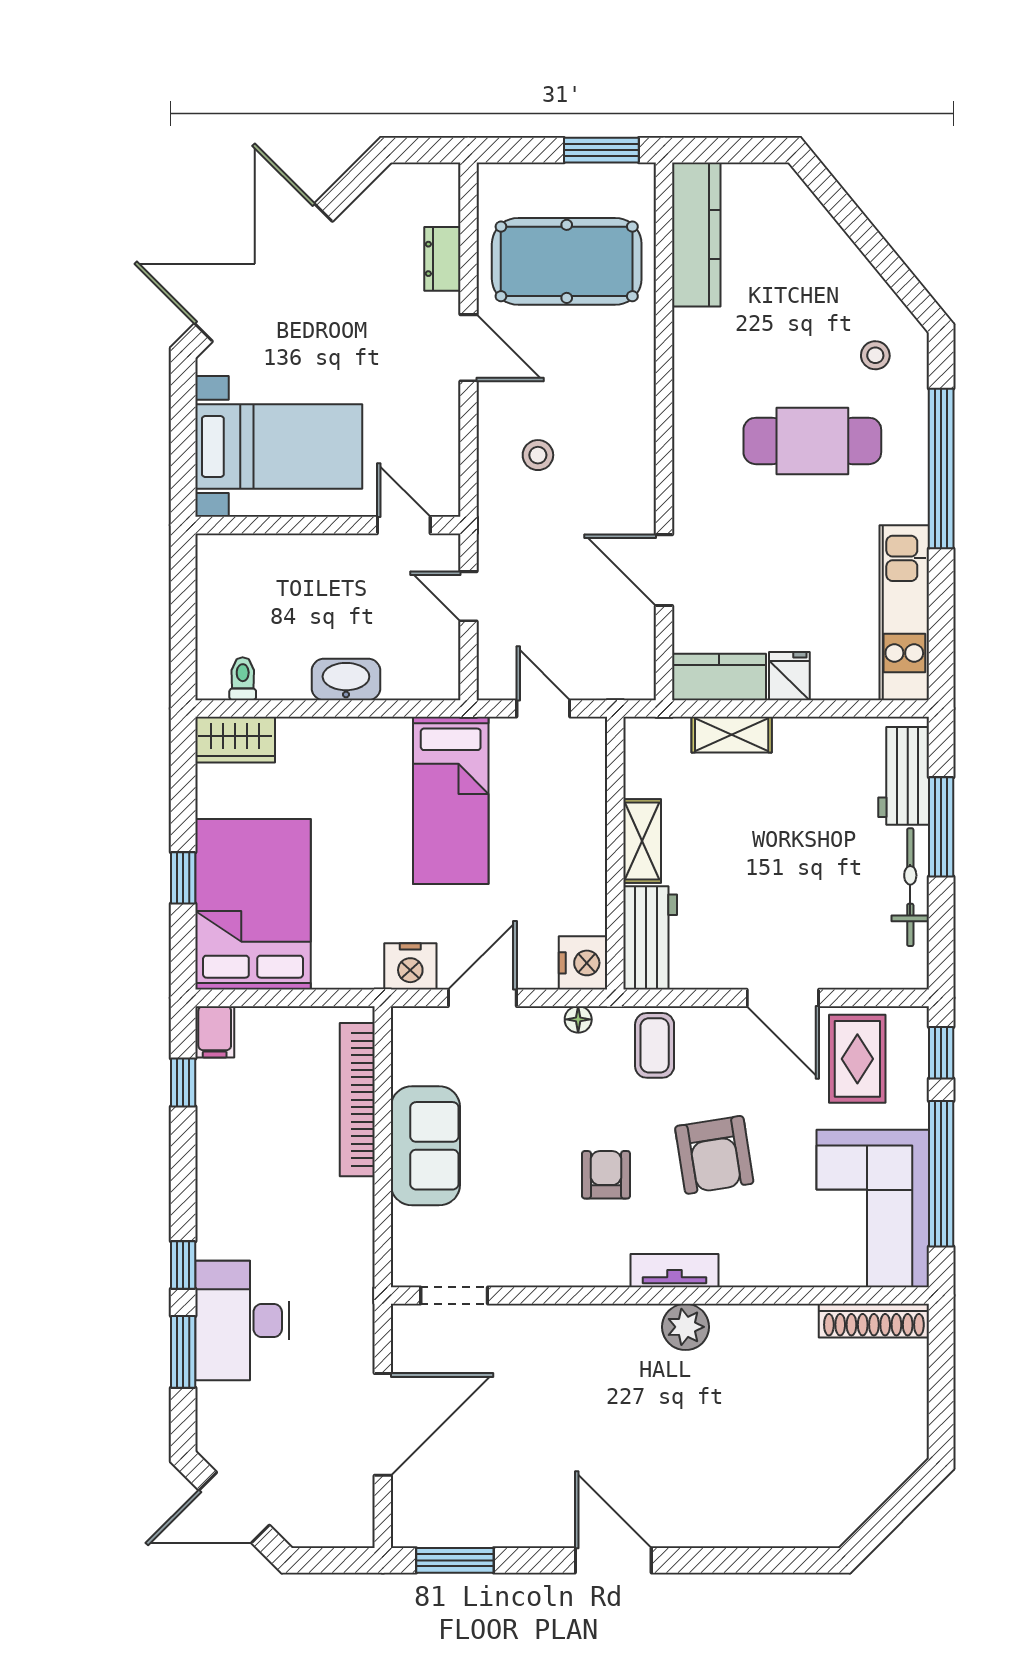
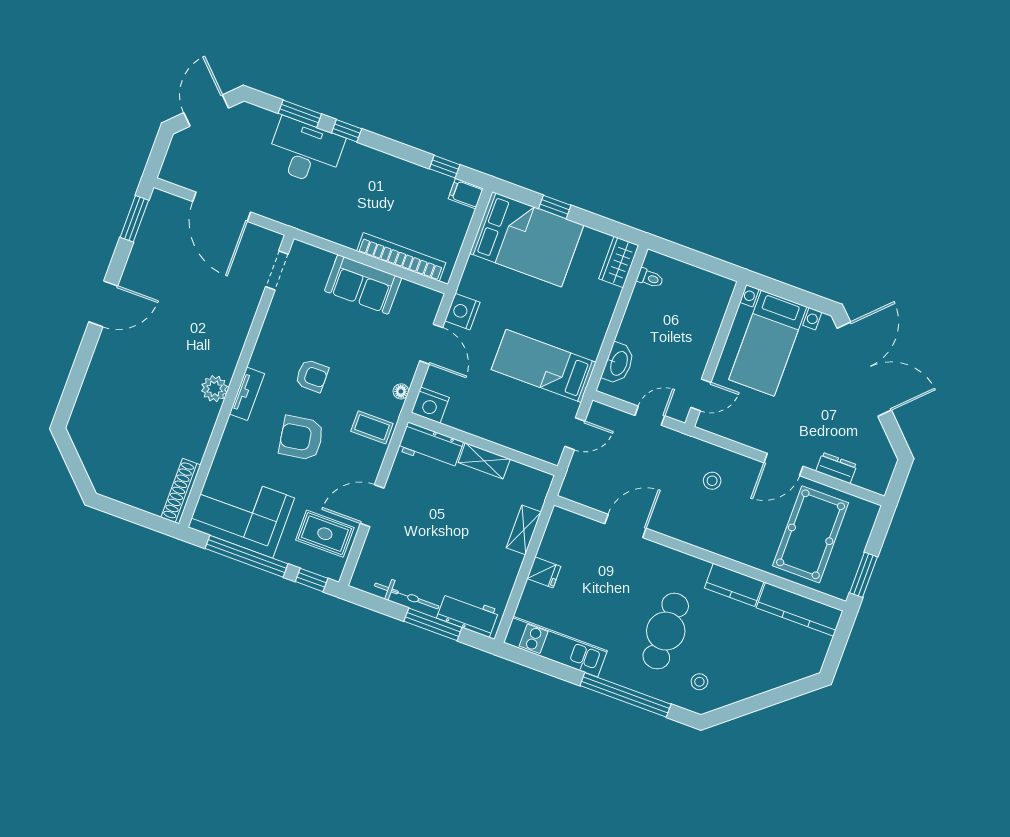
kitchen counter: (719, 677) -> (734, 585), moved, turned 90
washbasin: (346, 679) -> (618, 363), moved

